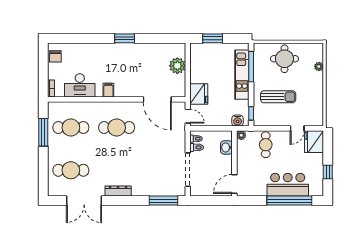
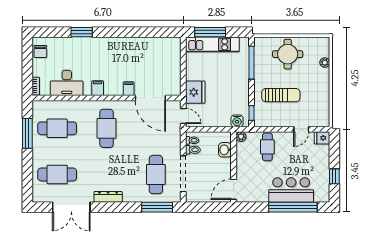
window: (125, 38) -> (82, 32), moved
window: (213, 38) -> (210, 32), width x1.44
plant: (177, 66) -> (172, 62), removed
kitchen unit: (242, 75) -> (212, 44), moved, turned -90
filing cabinet: (137, 91) -> (129, 89), added
cafe table: (117, 128) -> (106, 128), turned 90
fridge: (314, 142) -> (322, 138), width x0.53, depth x0.75
cafe table: (162, 170) -> (156, 174), added

